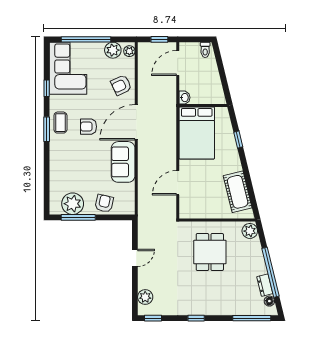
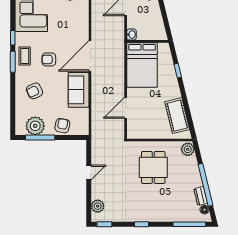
armchair: (121, 85) -> (34, 91), moved
window: (47, 88) -> (13, 38), moved

